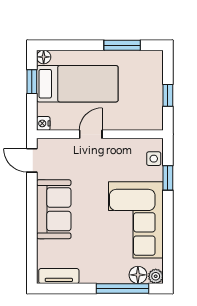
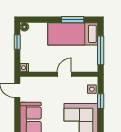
bed: (77, 84) -> (73, 34), moved, turned 180
window: (168, 95) -> (101, 50), width x2.17
door: (91, 134) -> (64, 74), moved

